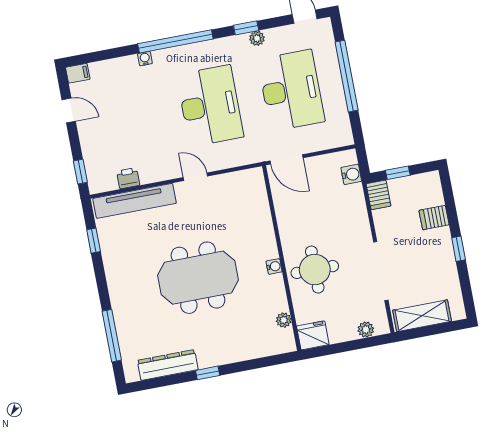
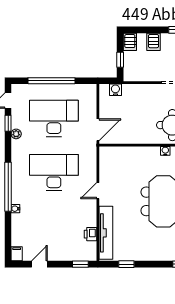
window: (246, 28) -> (8, 123), moved
server rack: (378, 195) -> (130, 42), moved, turned 90

